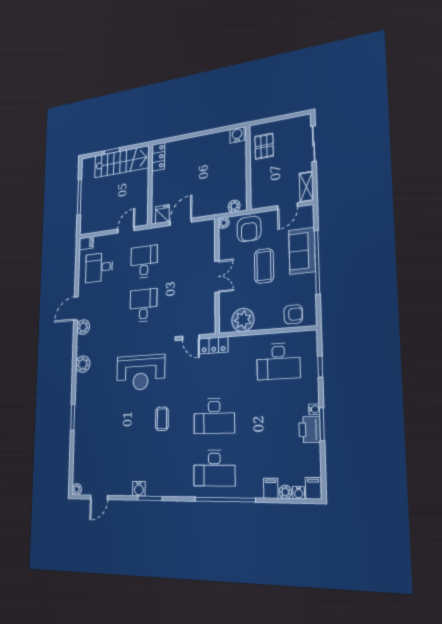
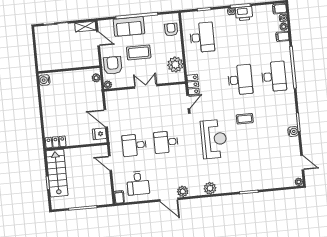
pallet: (264, 146) -> (54, 59), removed
armchair: (249, 229) -> (113, 65), turned -90

